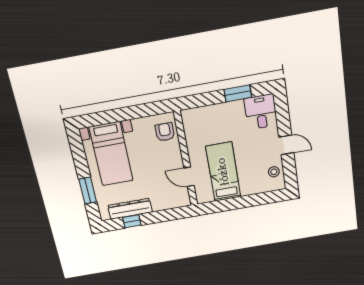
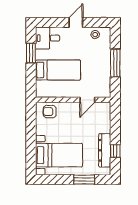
bed: (223, 172) -> (58, 70), moved, turned 180
window: (241, 202) -> (115, 63), added

